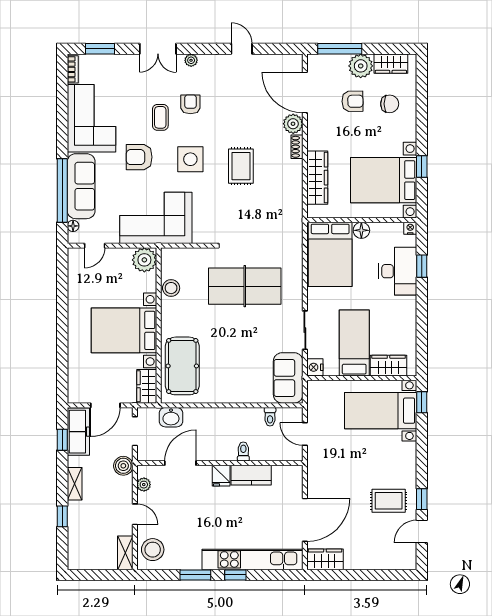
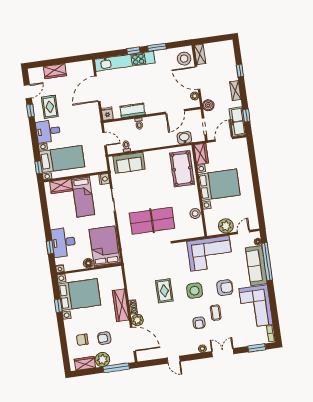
wardrobe: (317, 178) -> (121, 305), moved
plant: (144, 260) -> (226, 226), moved
sofa: (288, 378) -> (129, 163), moved, turned 90
desk: (397, 460) -> (48, 131), added
fridge: (221, 476) -> (107, 114), moved
rug: (389, 501) -> (50, 107), turned 90
door: (135, 514) -> (197, 78), width x1.87
wardrobe: (325, 559) -> (55, 71), moved

